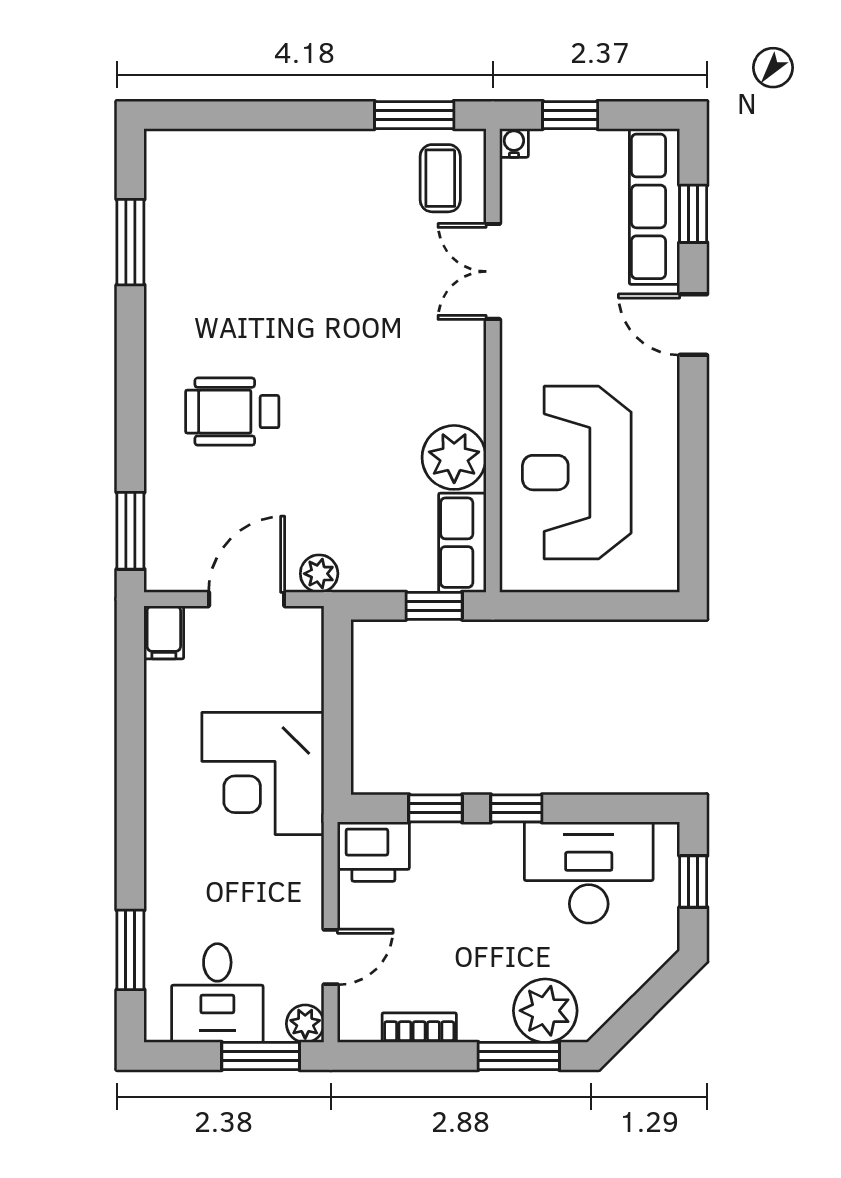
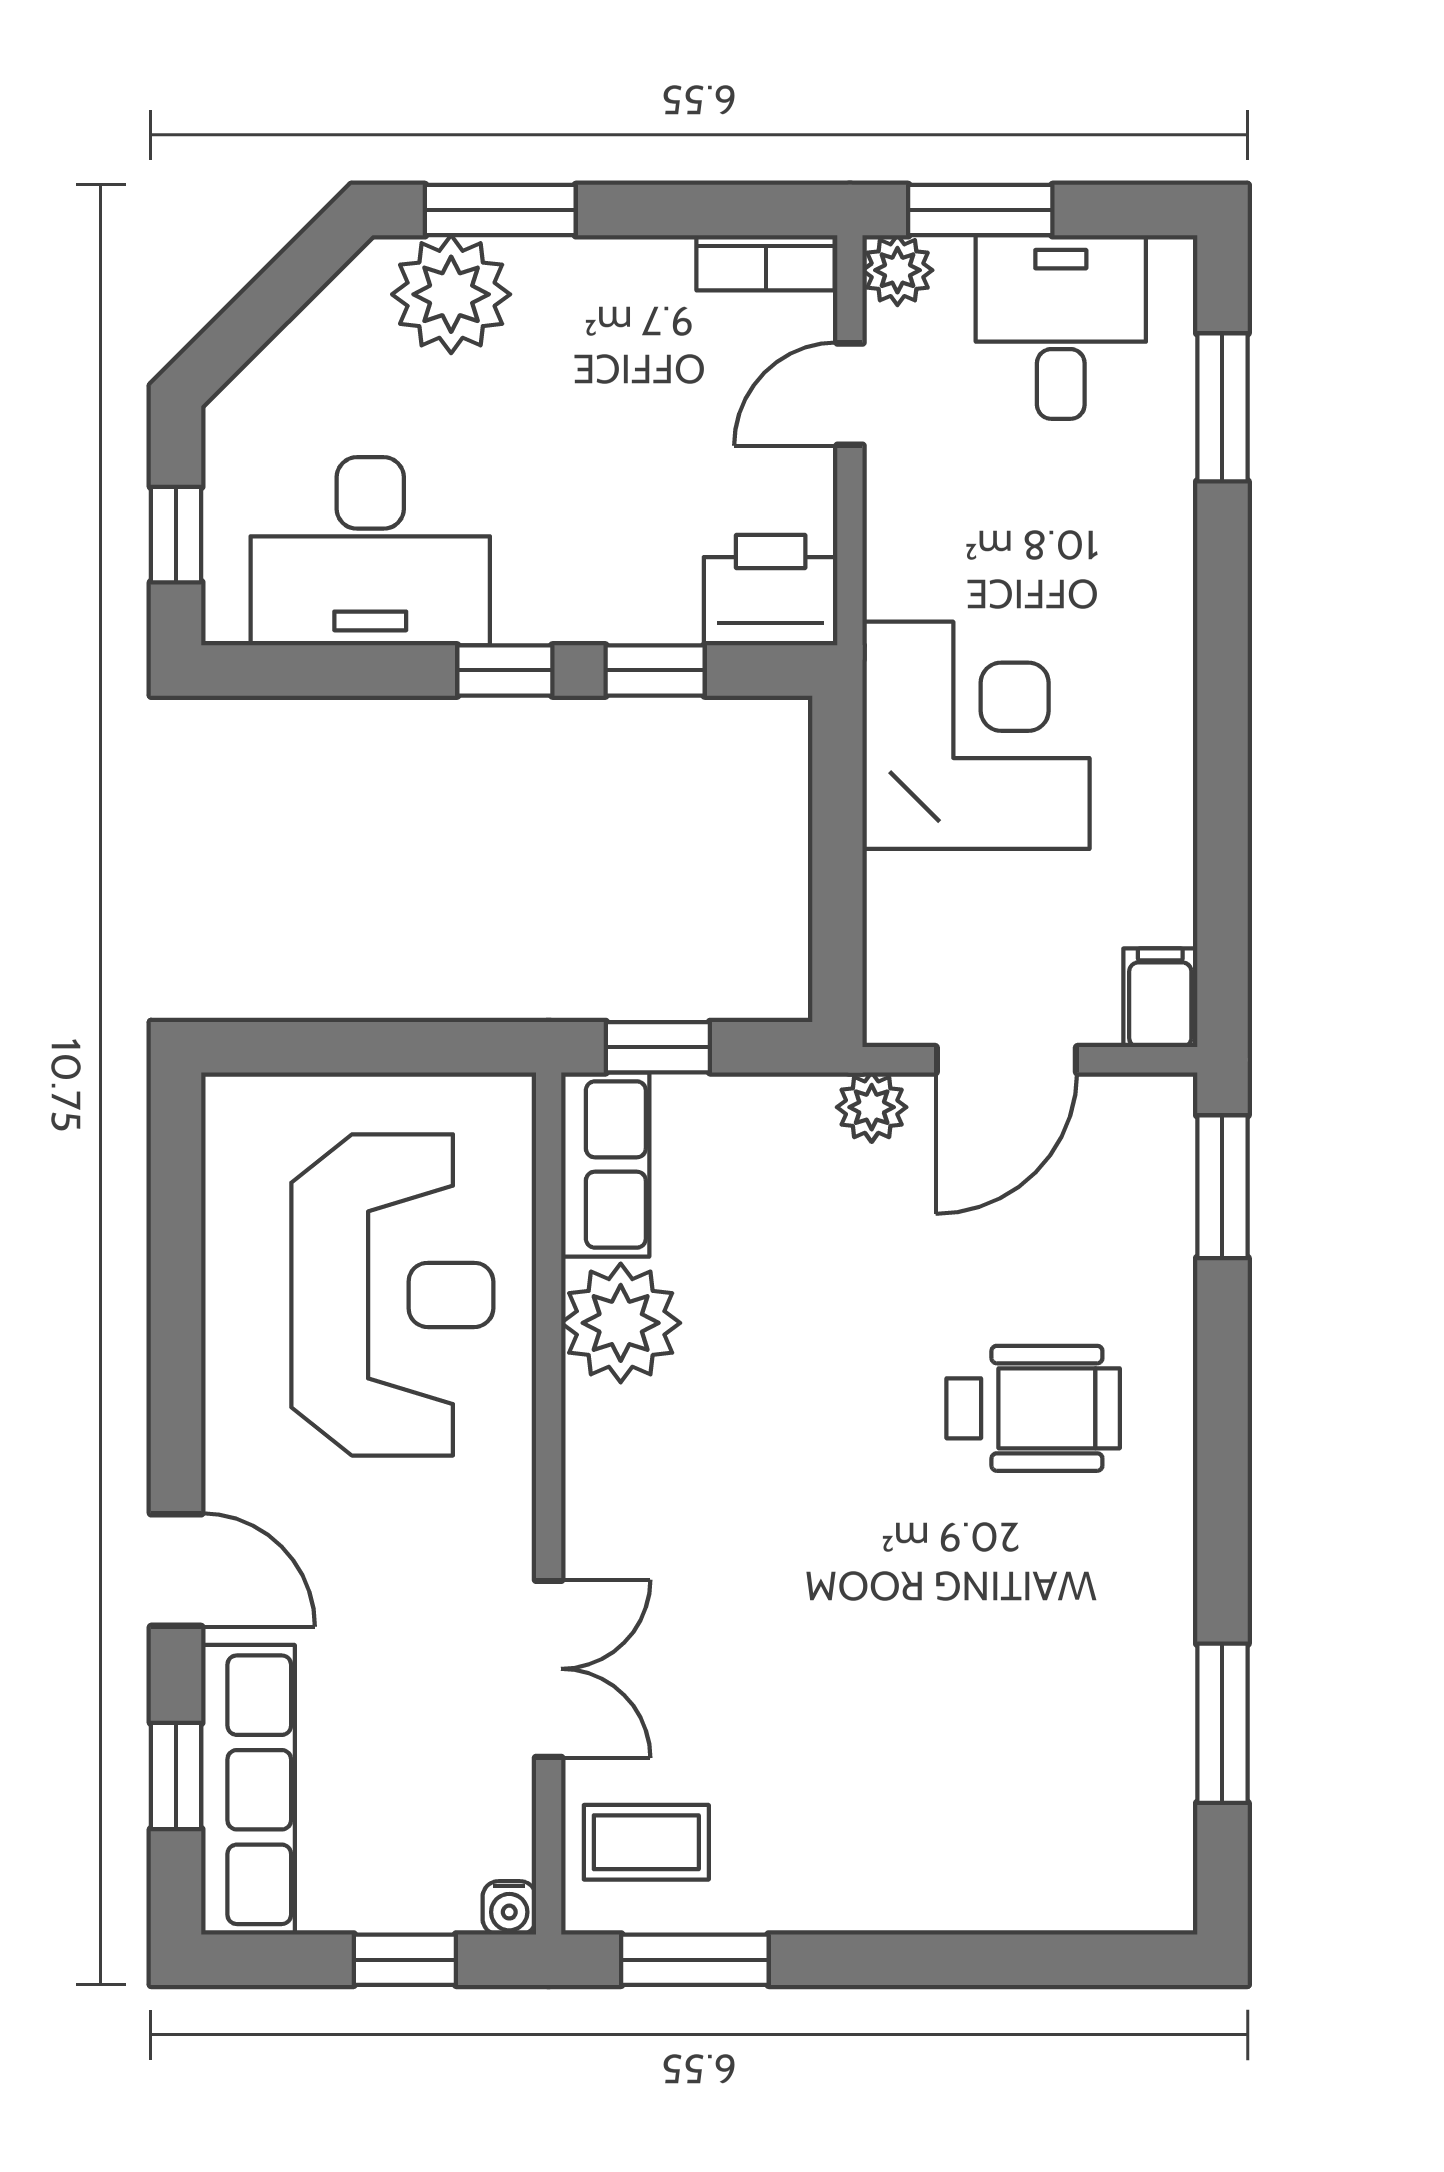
coffee table: (440, 178) -> (646, 1842), turned 90
bookcase: (419, 1028) -> (766, 263), moved

